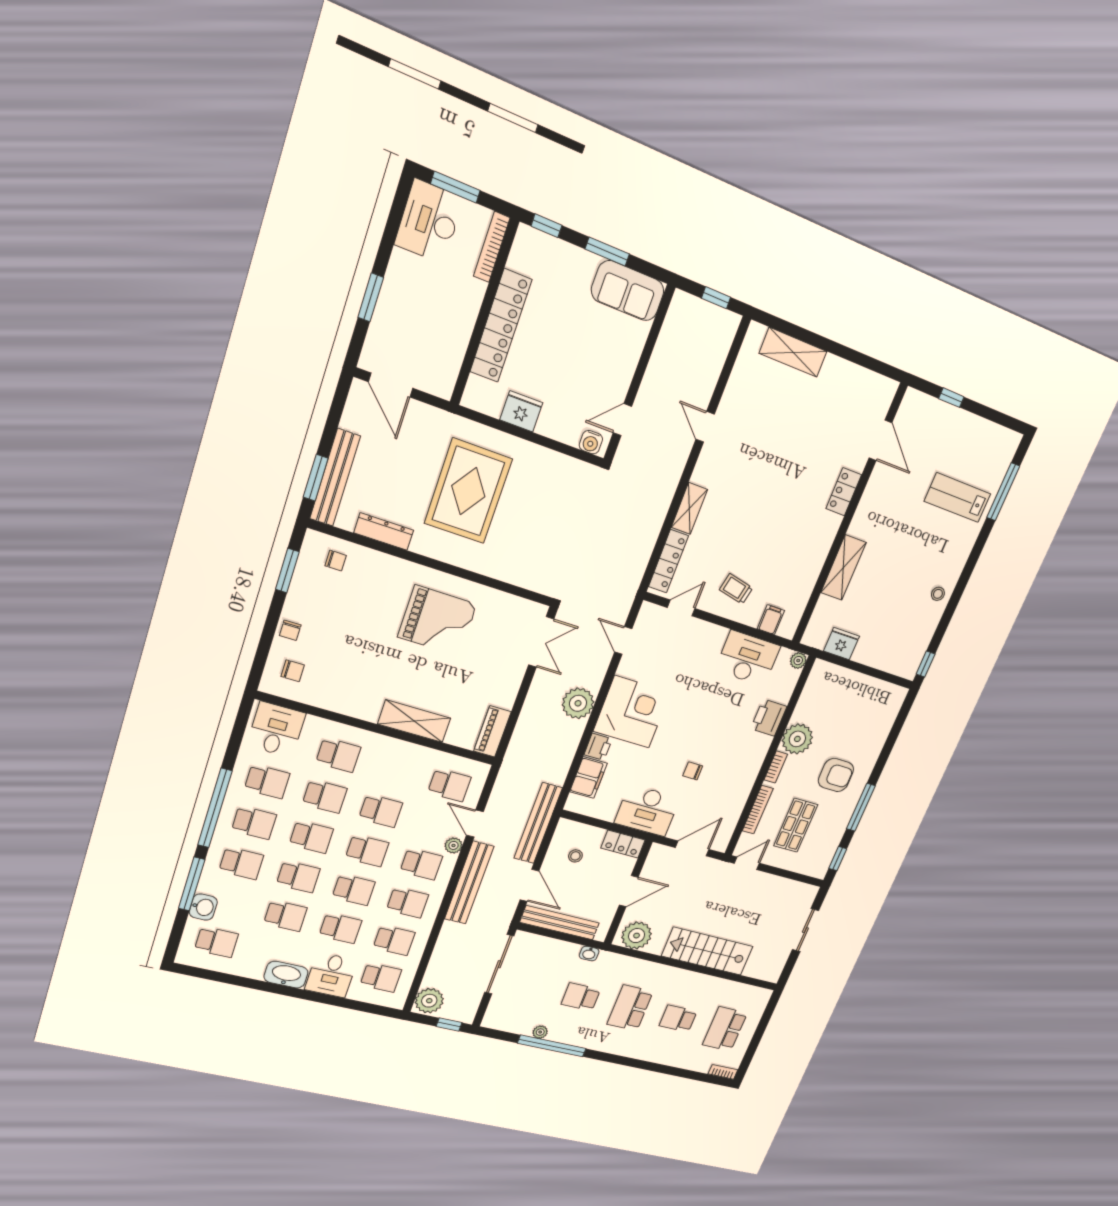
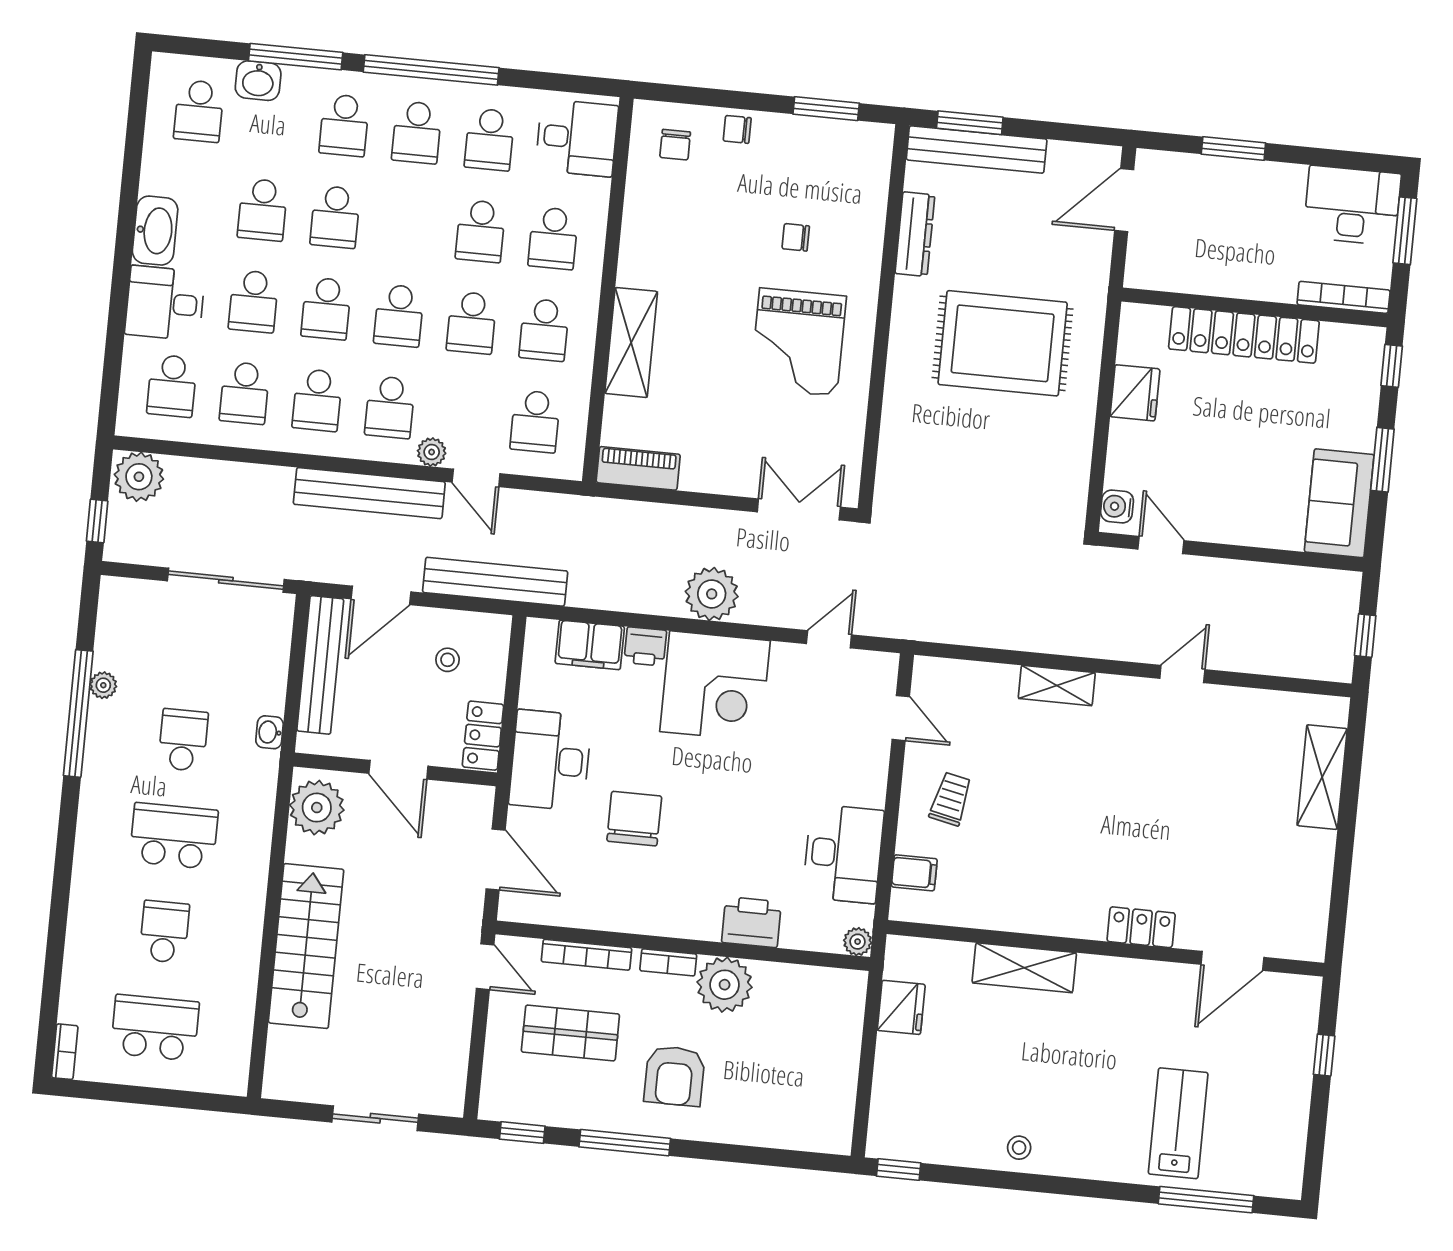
chair: (336, 561) -> (796, 237), moved, turned 90
locker: (668, 561) -> (969, 676), removed
double door: (541, 642) -> (799, 509), swing flipped
chair: (693, 771) -> (634, 819), width x1.87, depth x1.87
door: (475, 824) -> (476, 478), swing flipped
school desk: (311, 837) -> (544, 330), moved

